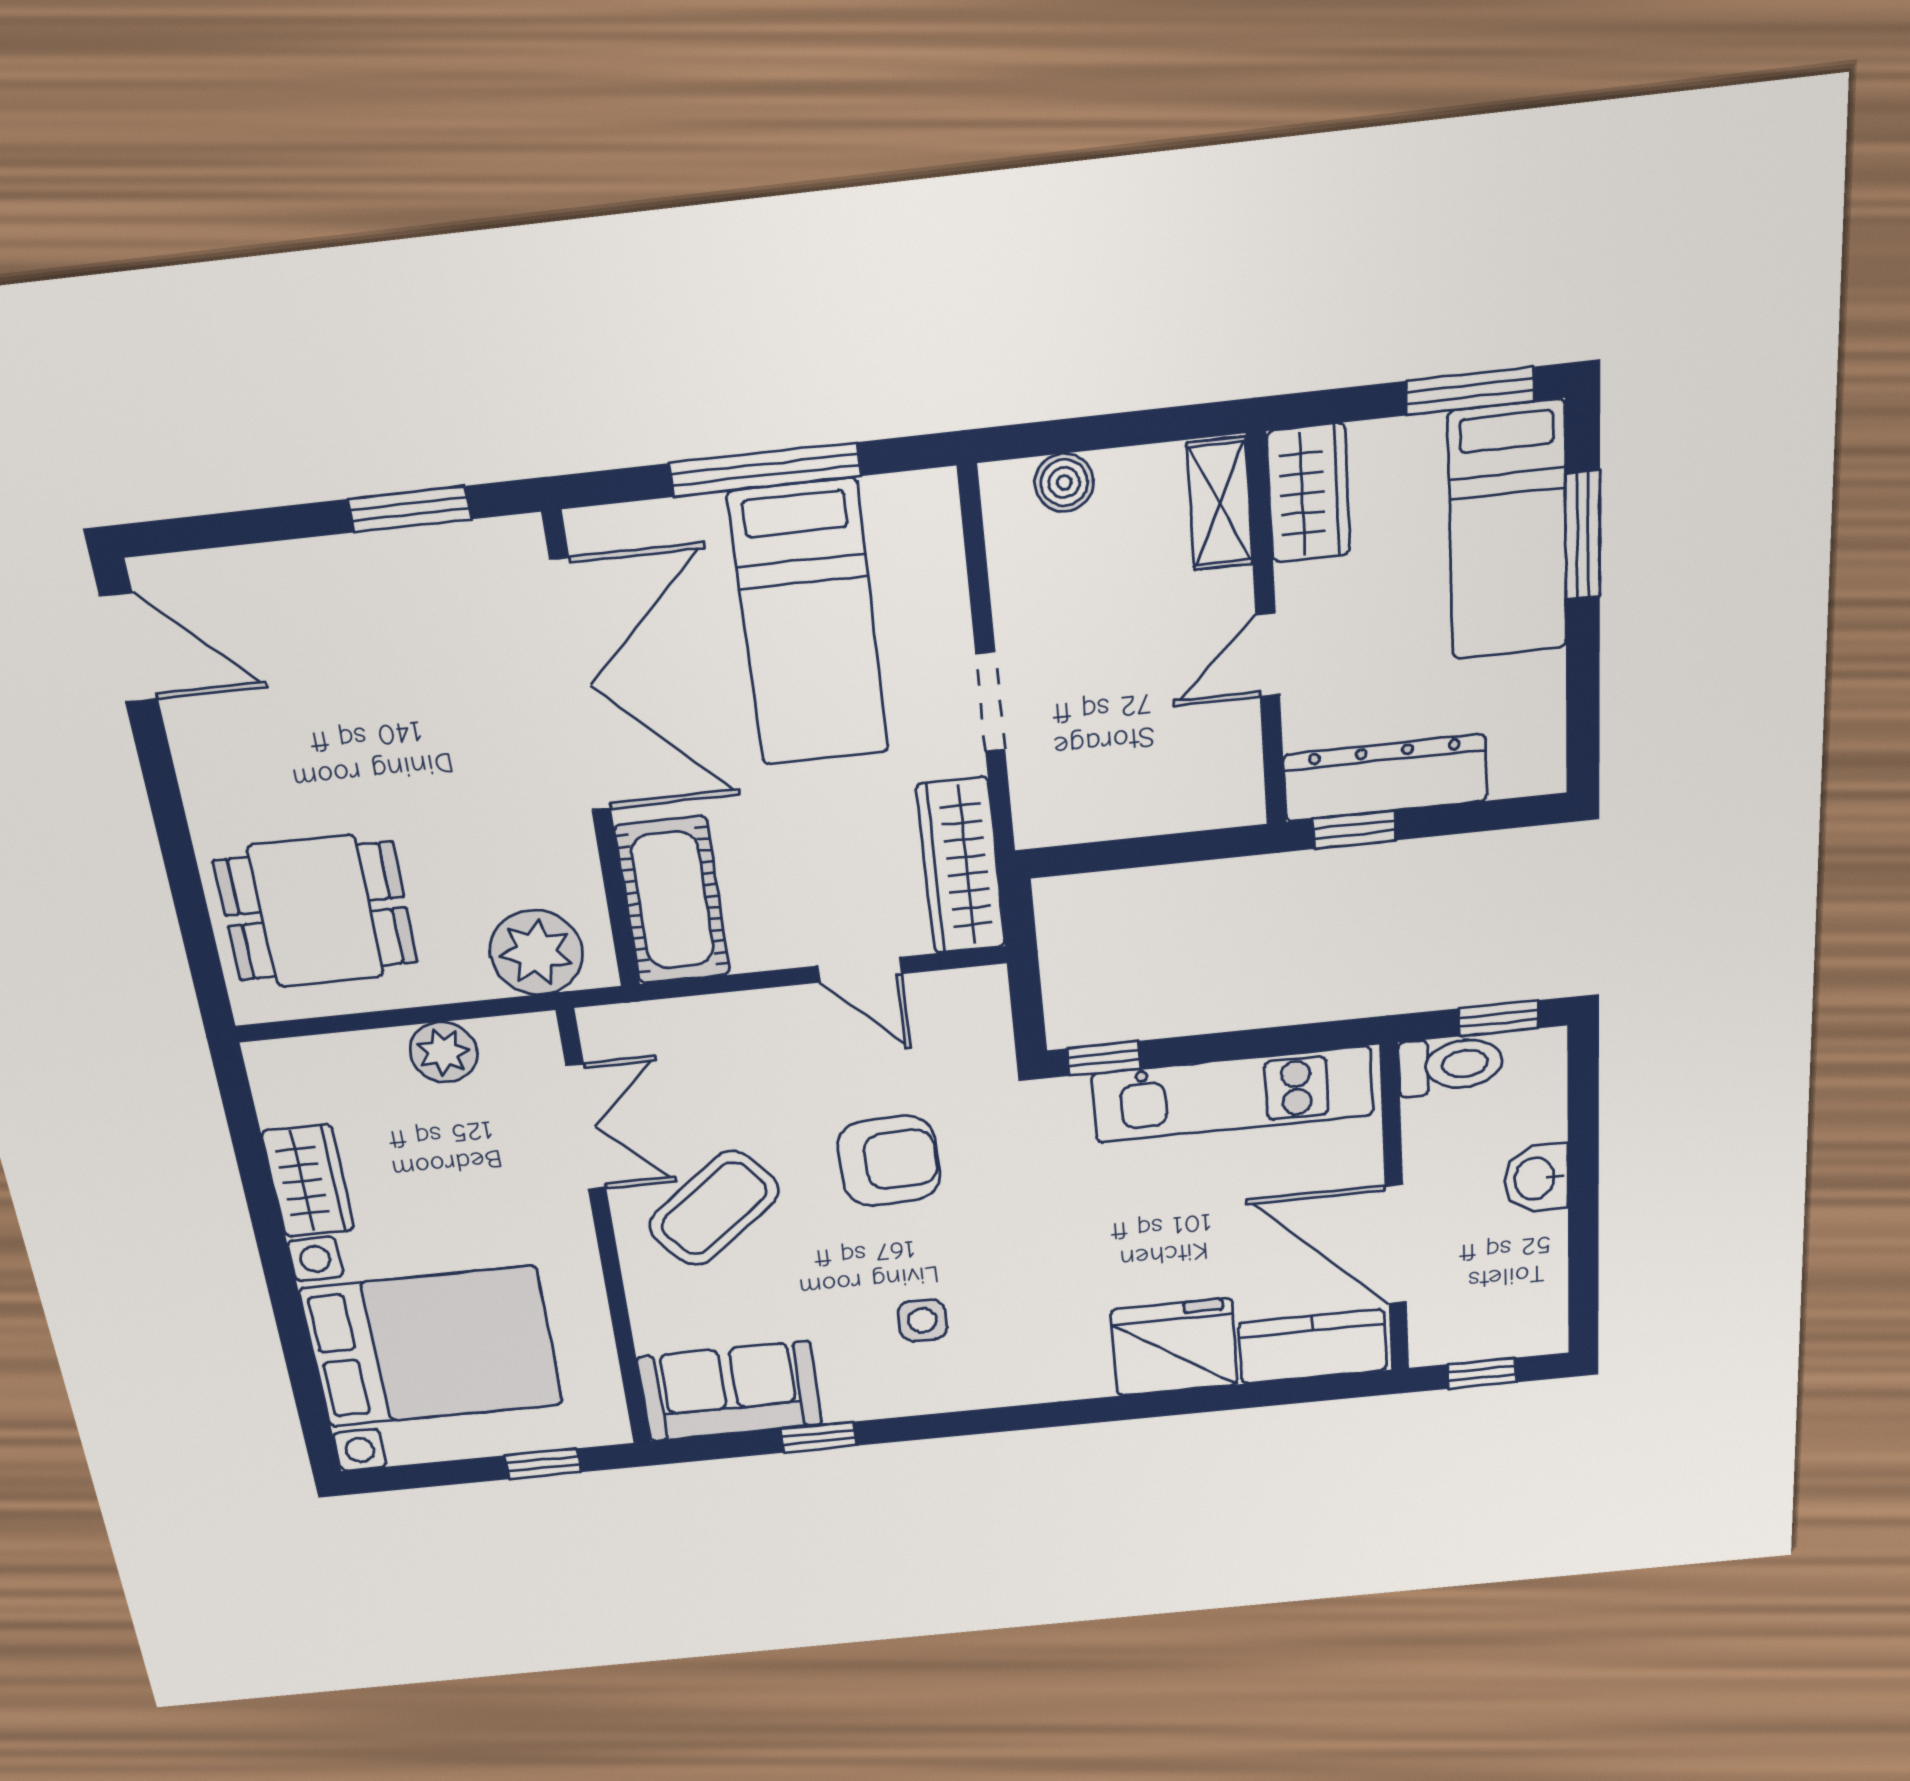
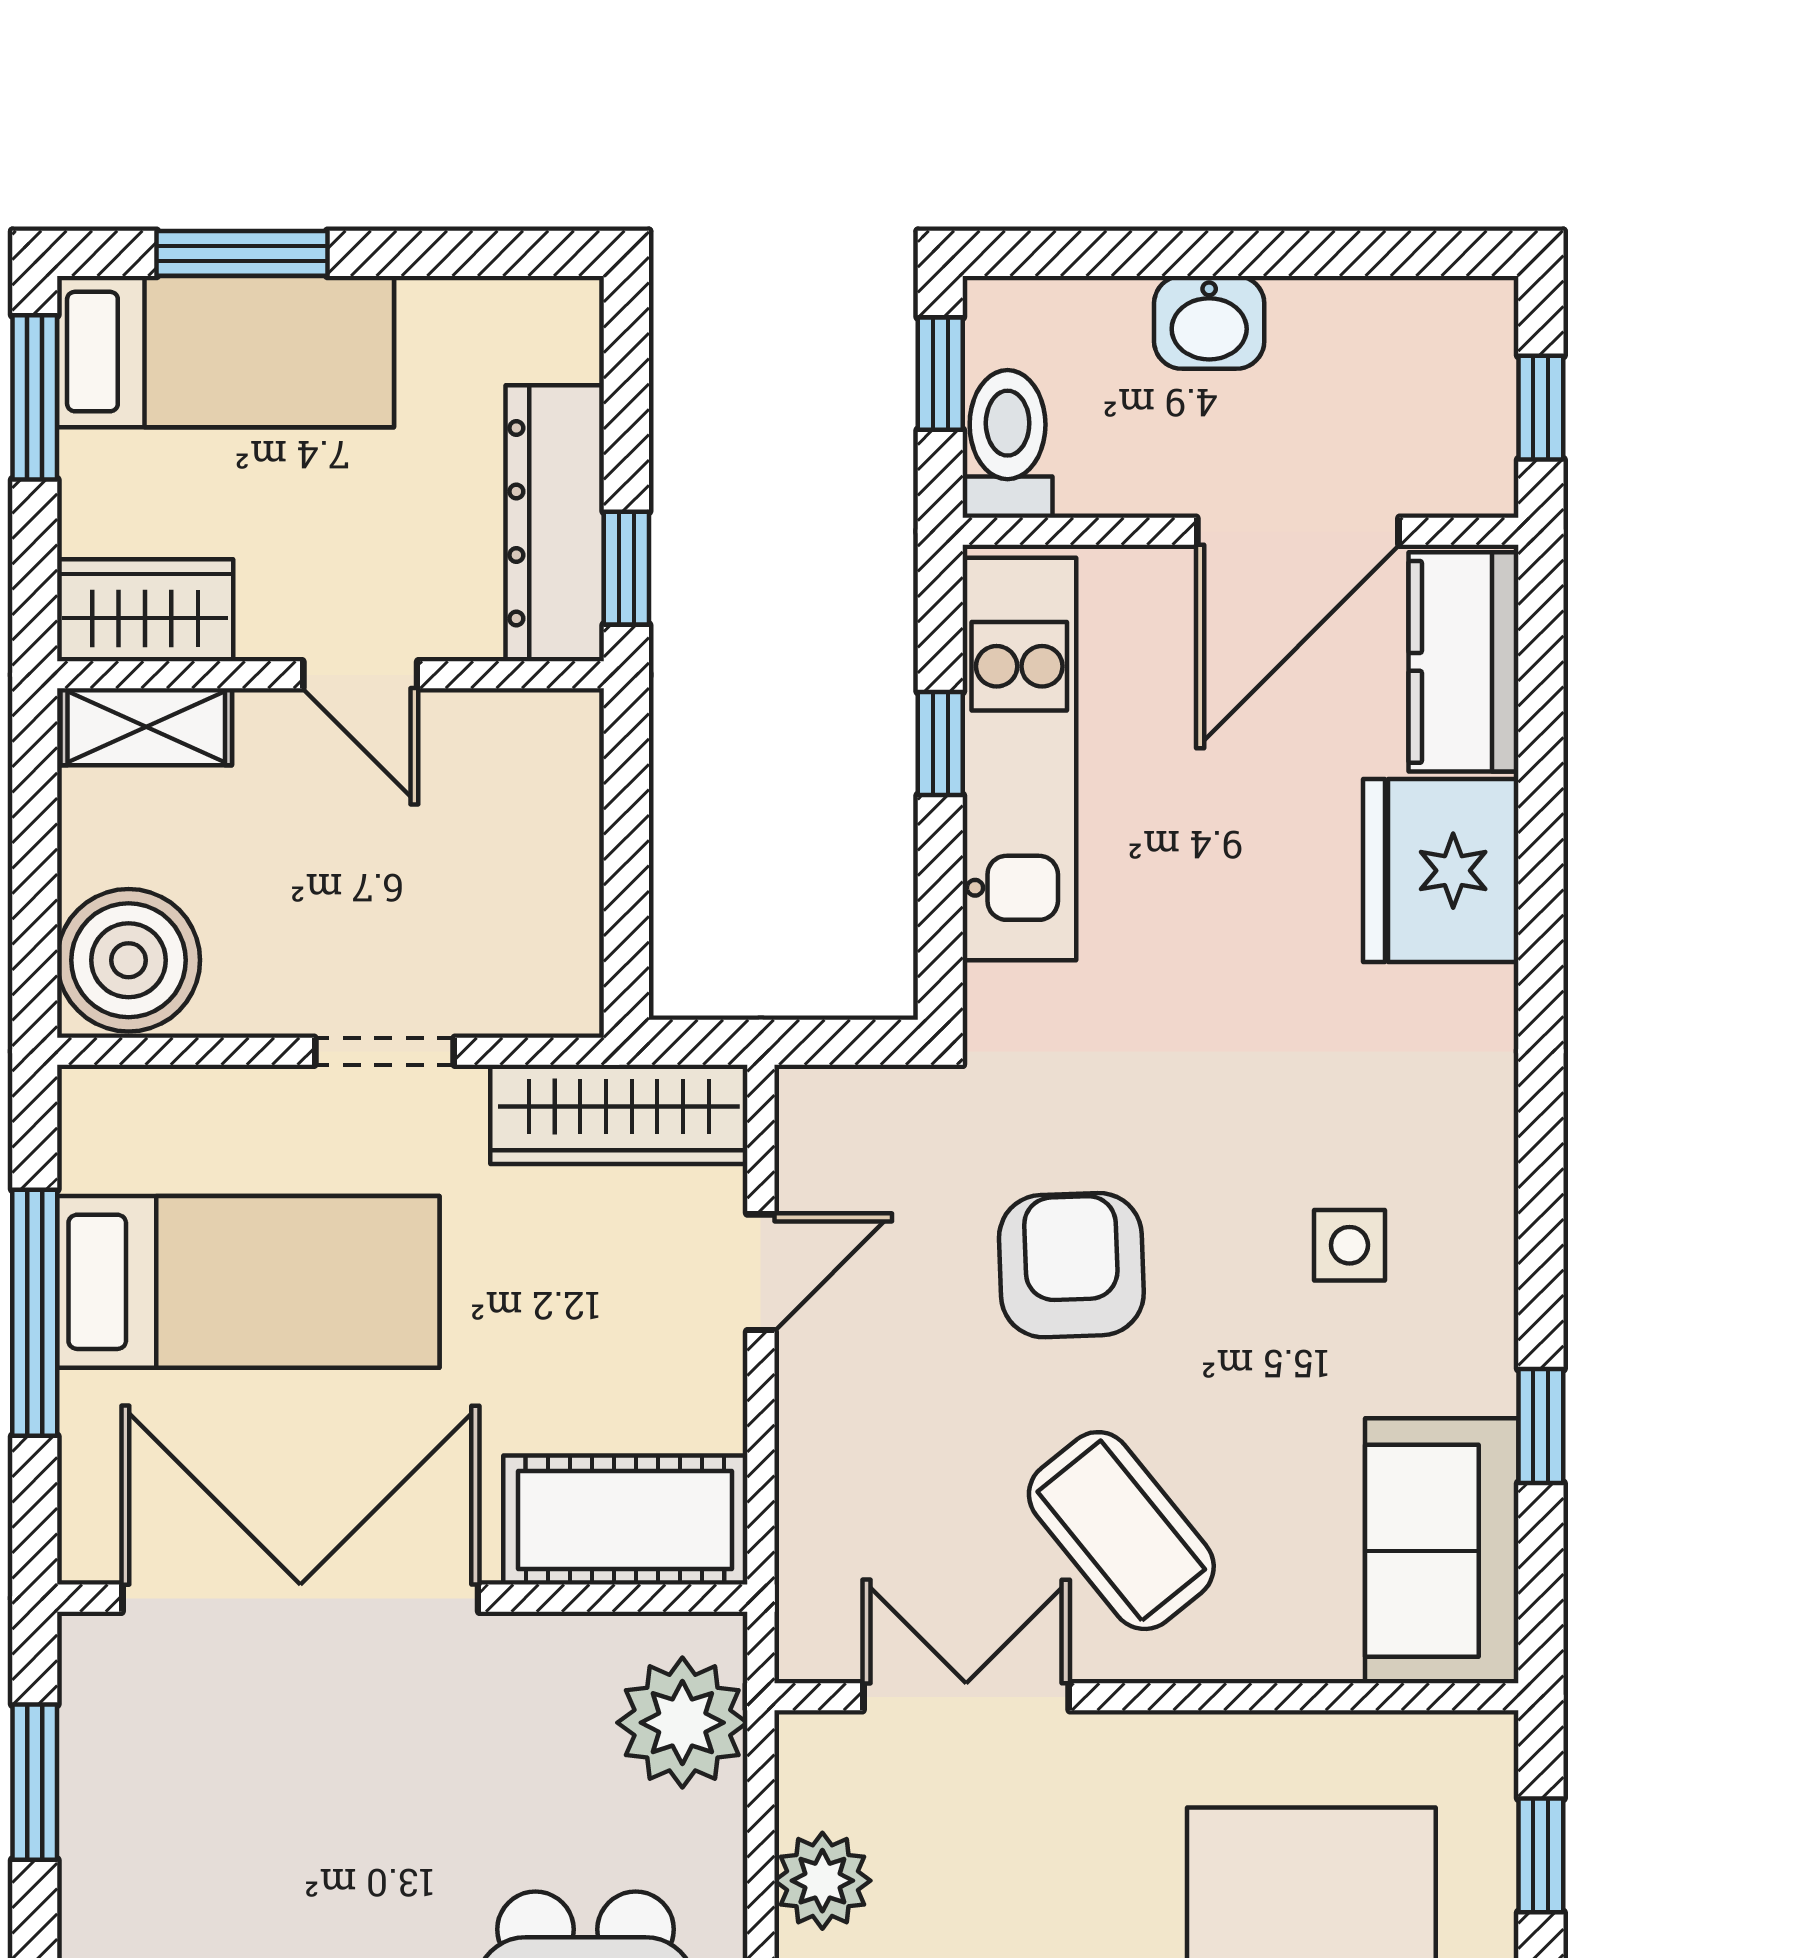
boiler: (1064, 483) -> (129, 960), width x1.86, depth x1.86
window: (1104, 1059) -> (940, 744), moved

